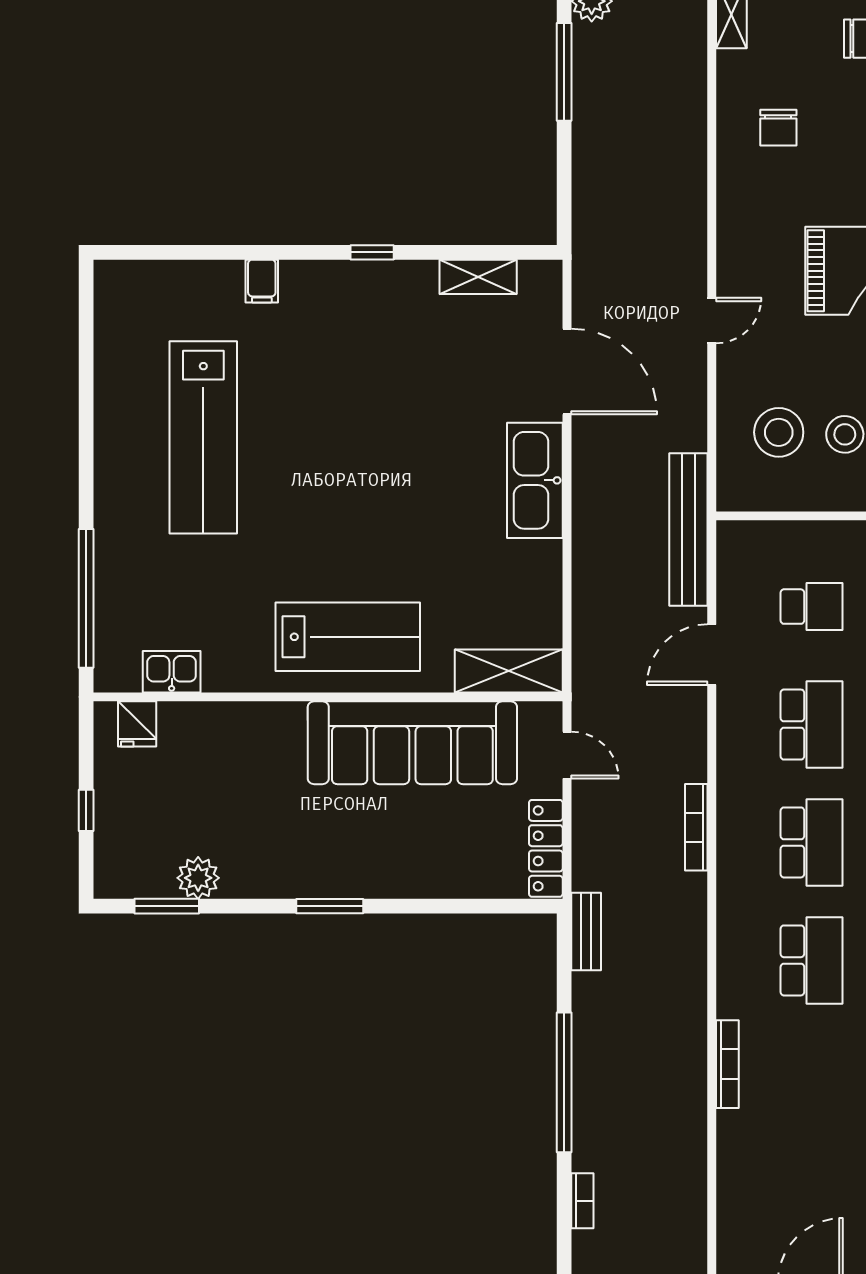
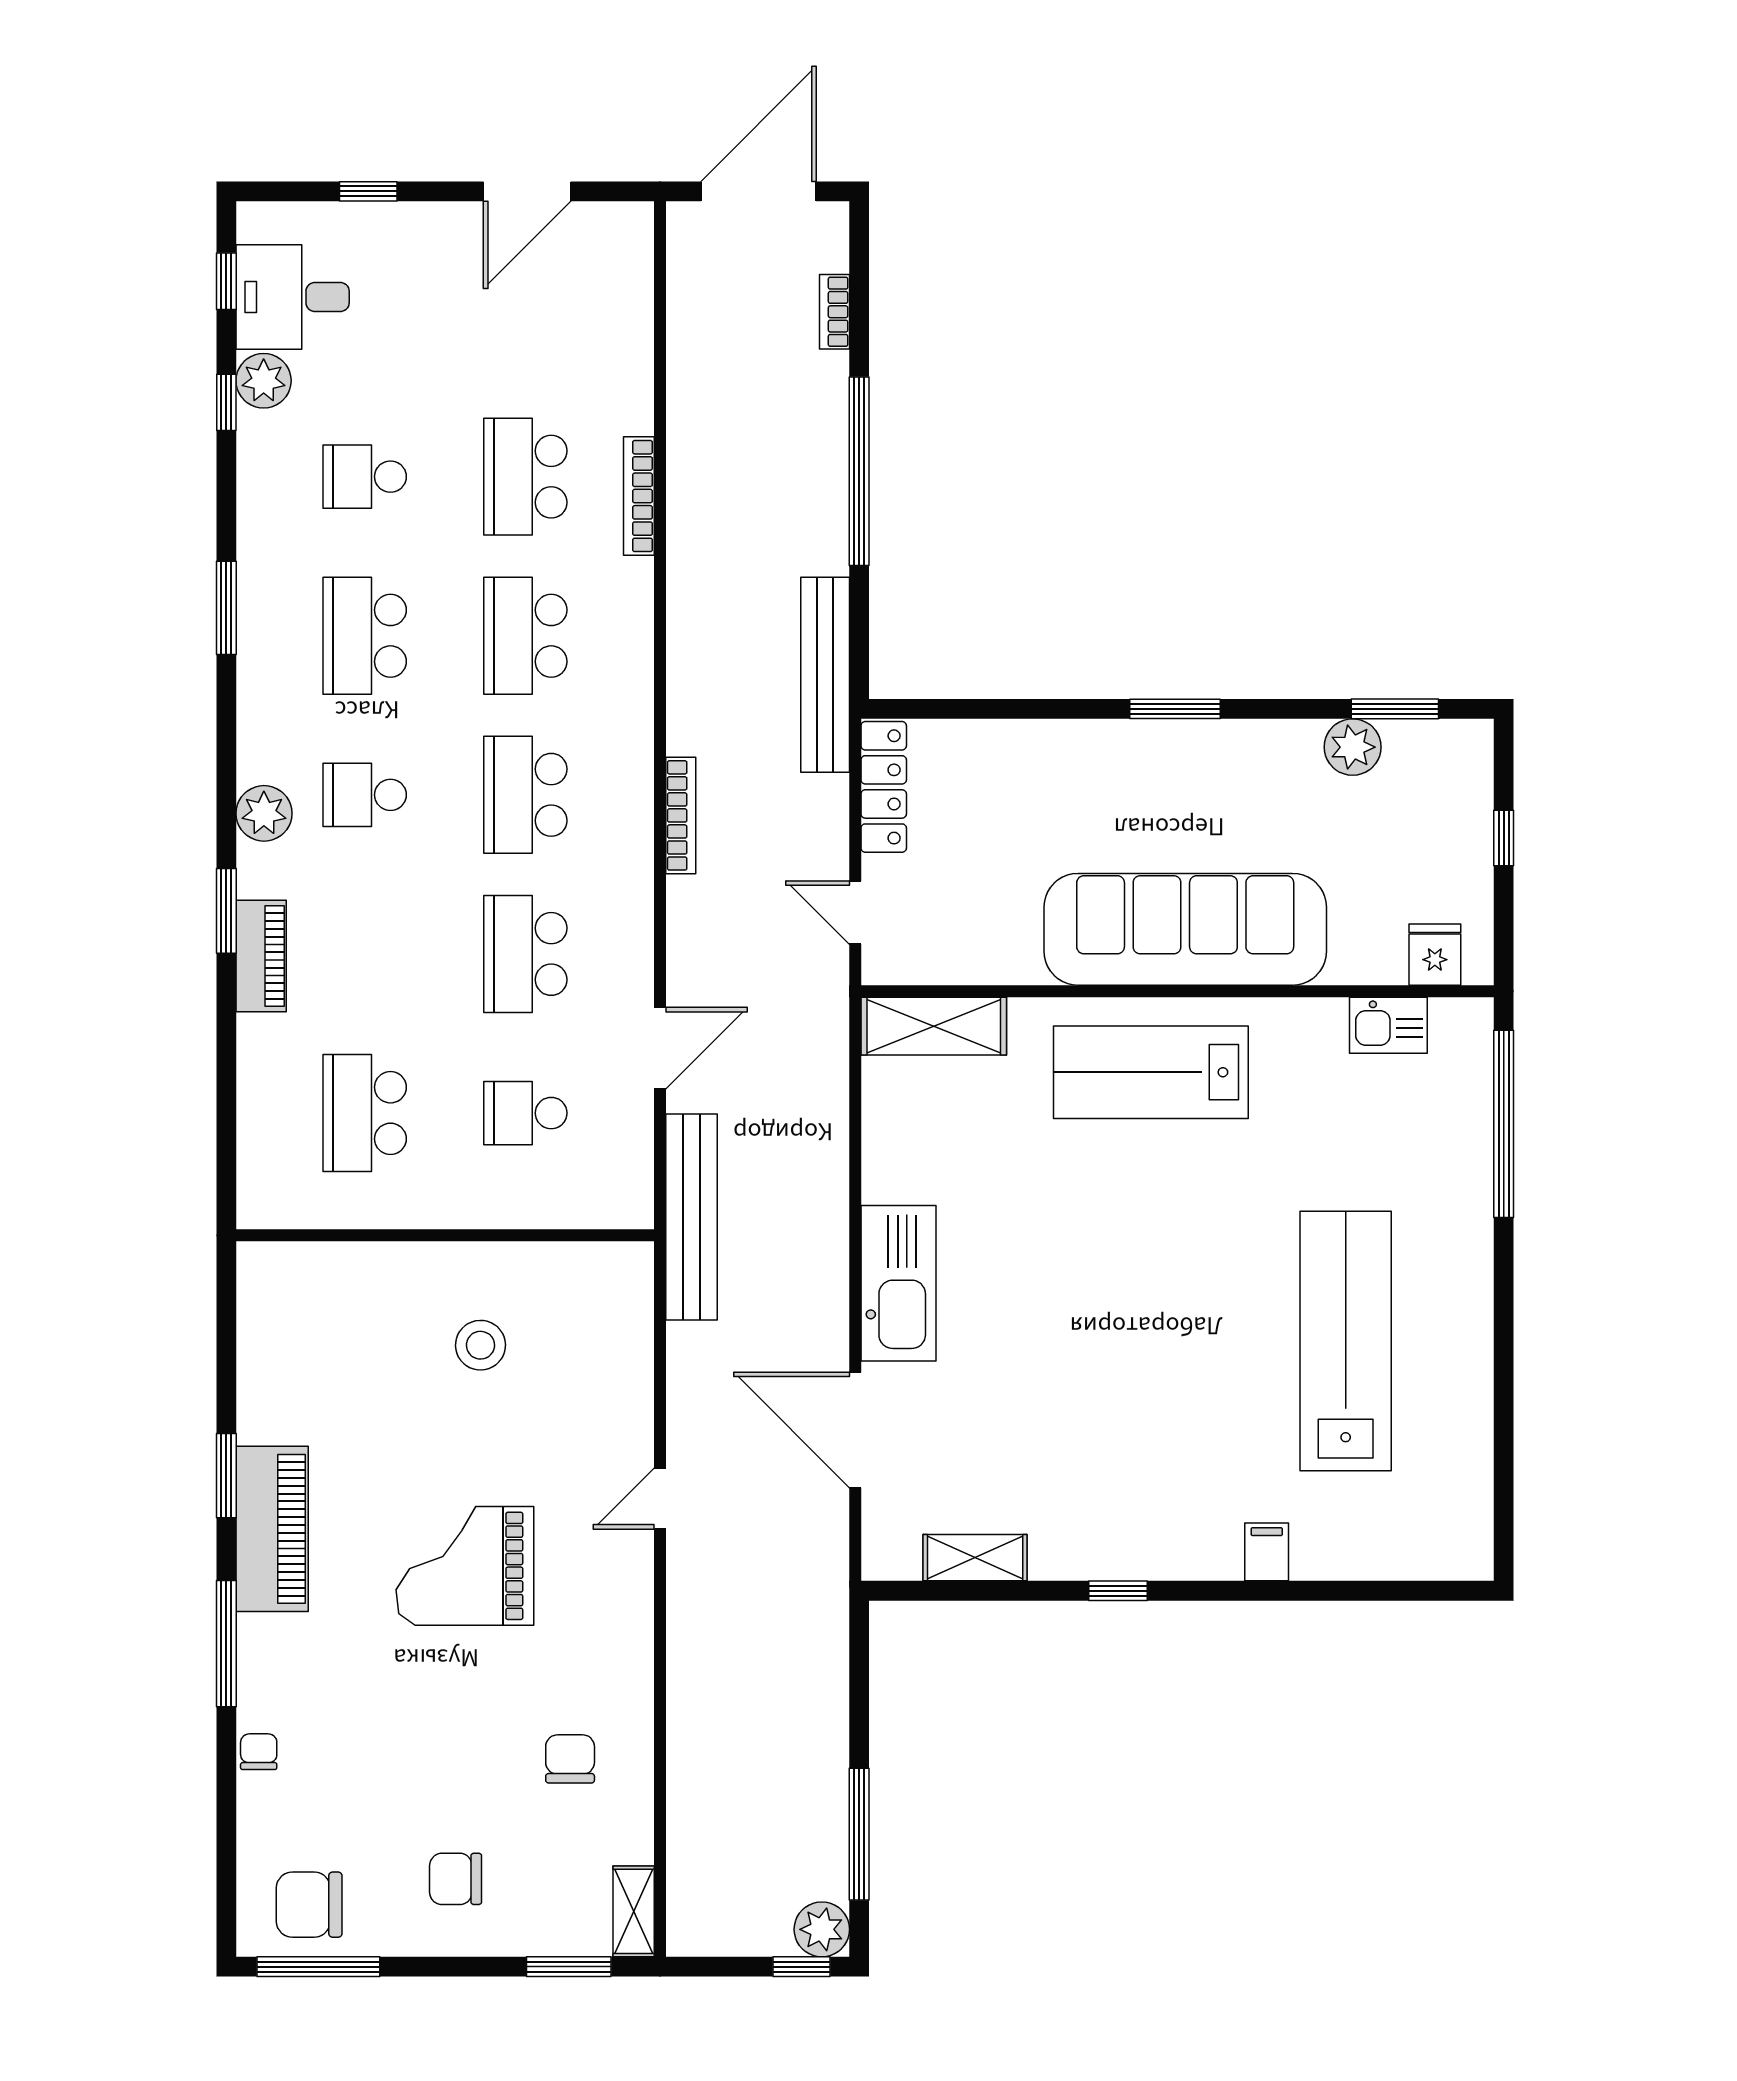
stool: (779, 432) -> (570, 1348), removed
sofa: (412, 743) -> (1185, 929), moved
bench: (586, 932) -> (825, 675), width x1.86, depth x1.21
school desk: (812, 1078) -> (525, 477), added

